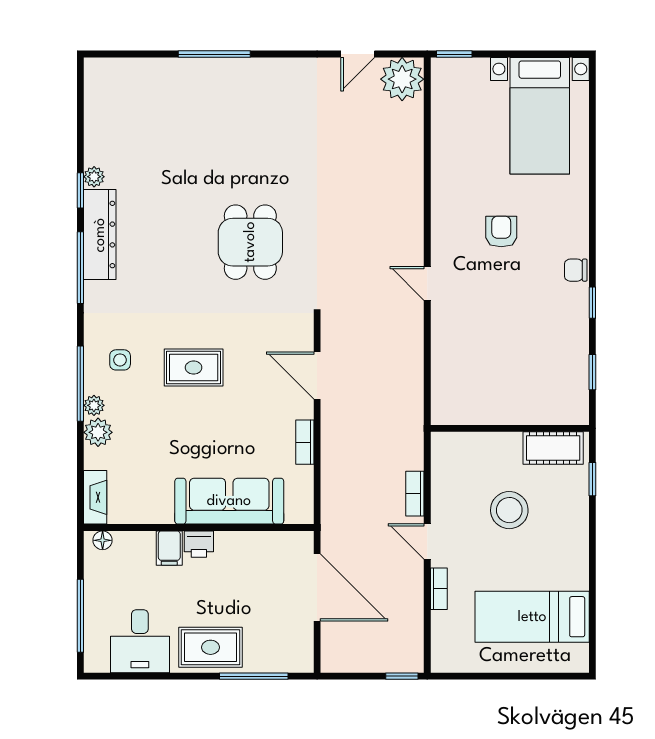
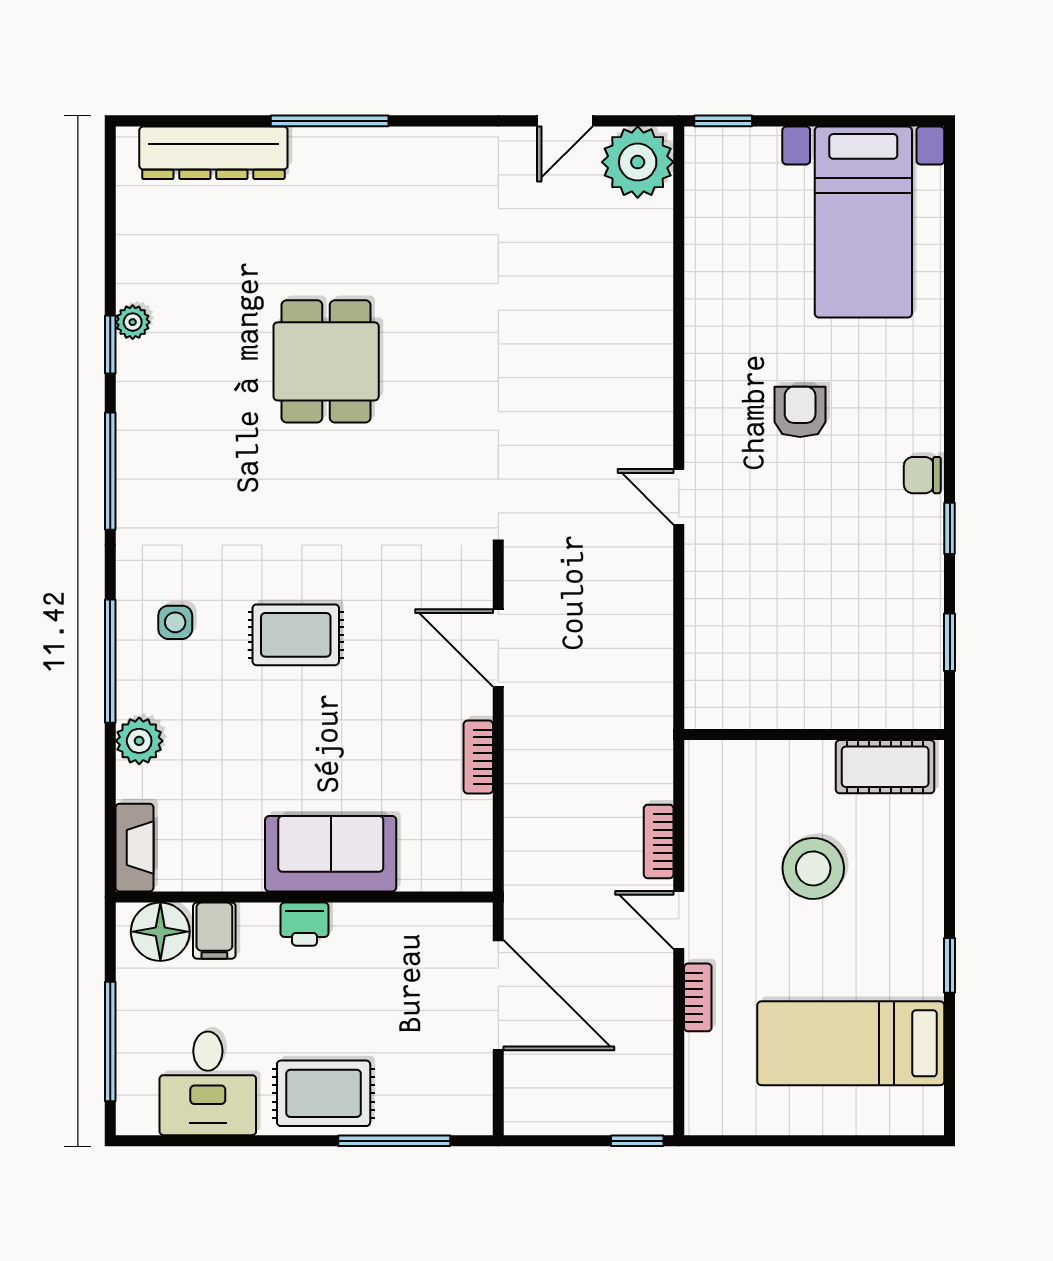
dresser: (100, 235) -> (213, 153), moved, turned 90
dining table: (250, 242) -> (326, 361), moved
plant: (94, 405) -> (133, 697), removed
window: (592, 479) -> (950, 965), moved
sofa: (229, 501) -> (331, 854), width x0.73
floor lamp: (103, 540) -> (160, 932), width x1.89, depth x1.89
filing cabinet: (169, 548) -> (214, 931), moved

